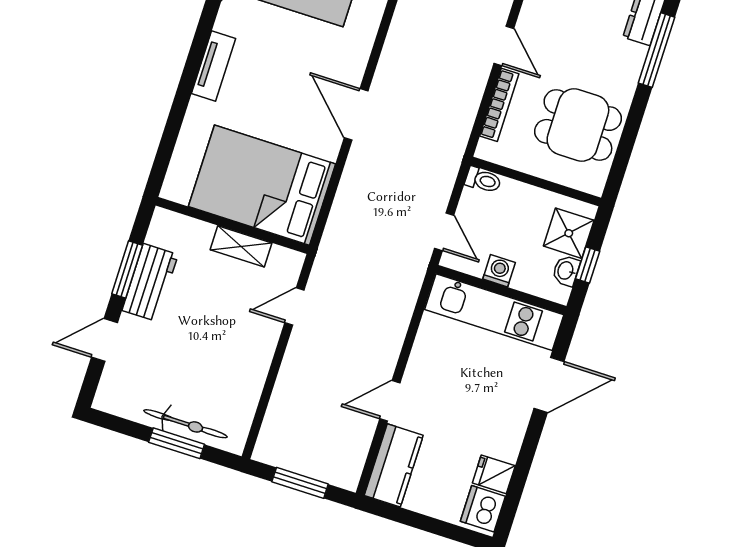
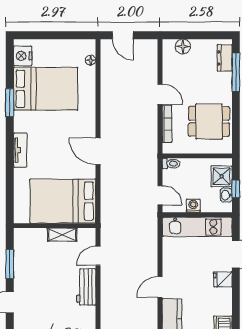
workbench: (150, 282) -> (86, 287), moved, turned 180
fridge: (494, 474) -> (223, 279), moved

